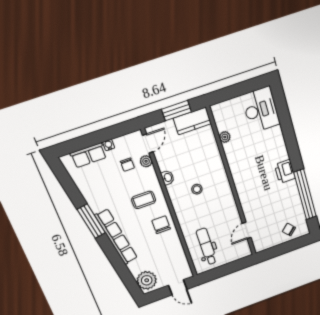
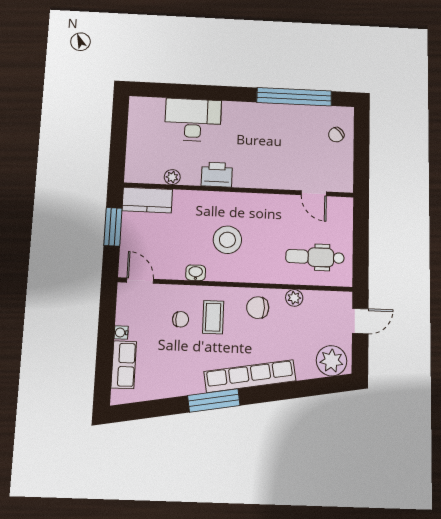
desk: (261, 110) -> (193, 120), moved
kitchen counter: (192, 121) -> (147, 200), moved, turned 90
plant: (146, 161) -> (294, 298), moved
chair: (127, 165) -> (181, 319), moved
printer: (285, 171) -> (217, 175), moved, turned 180
stool: (197, 189) -> (227, 240), width x1.89, depth x1.89

